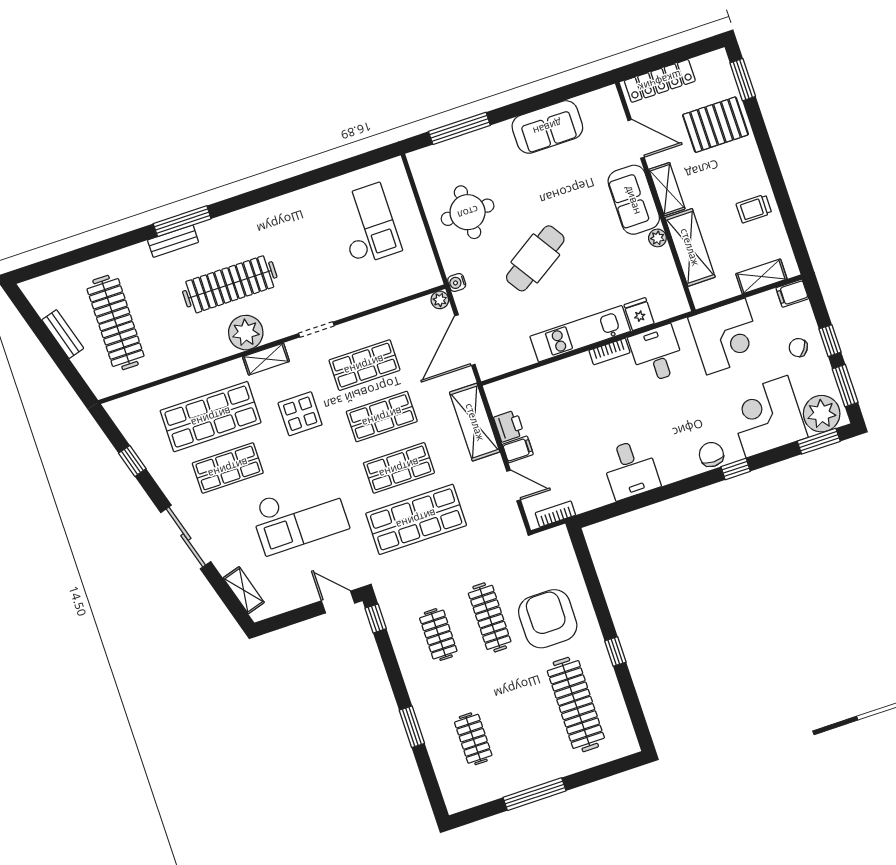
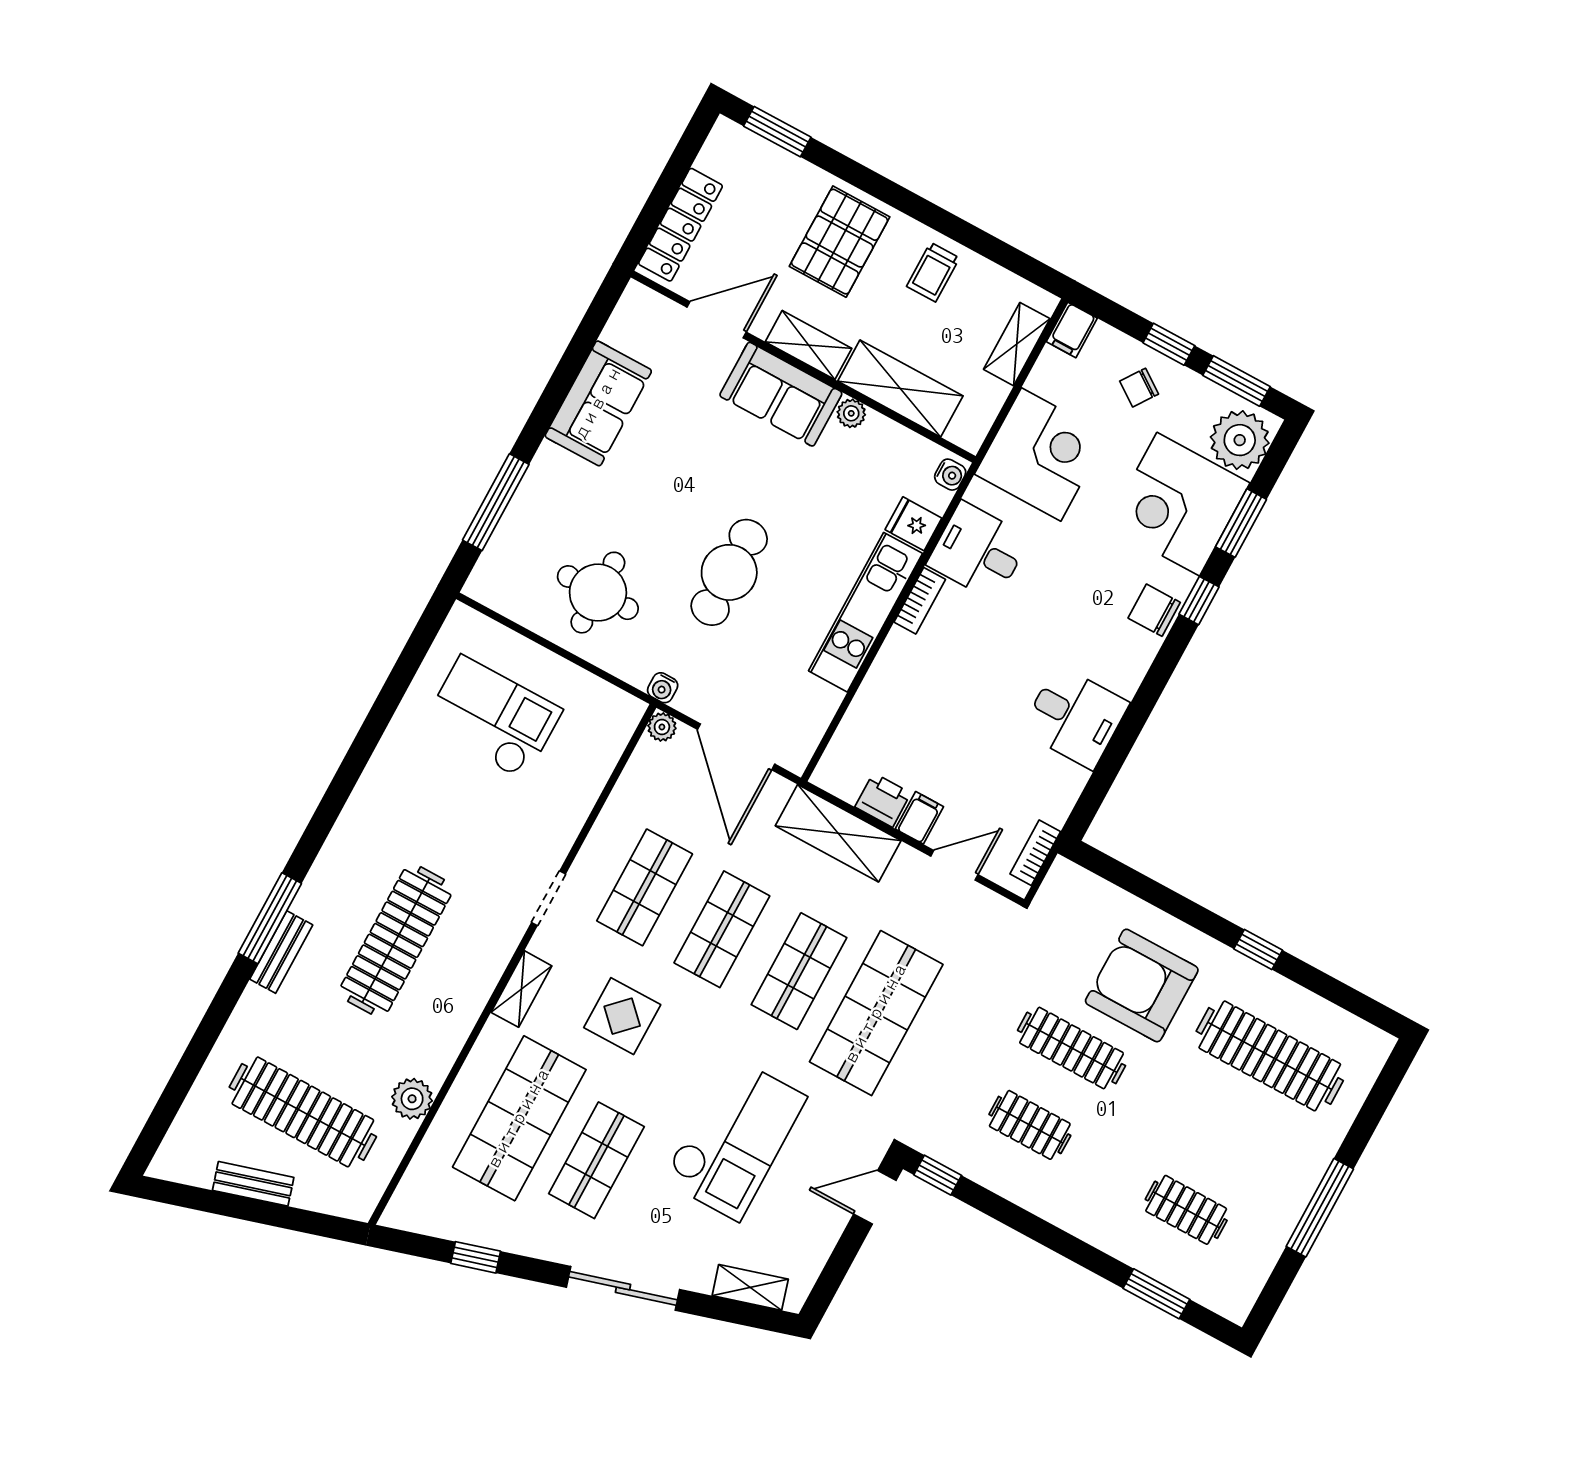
pallet: (715, 125) -> (839, 242), moved
cafe table: (535, 258) -> (729, 572), turned 33
water cooler: (676, 307) -> (950, 475), added
plant: (246, 333) -> (412, 1099), moved, width x0.73, depth x0.73
window: (819, 441) -> (1241, 523), moved
window: (412, 727) -> (1156, 1294), moved

